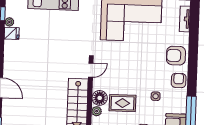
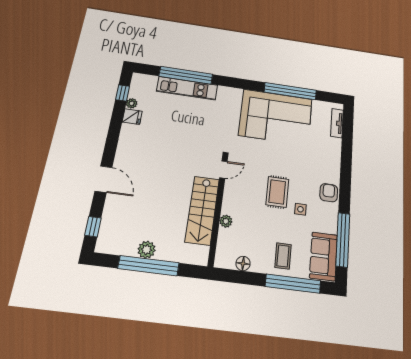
armchair: (176, 56) -> (326, 163), removed
floor lamp: (100, 98) -> (231, 205), removed
rug: (123, 103) -> (277, 192), moved, turned 90

